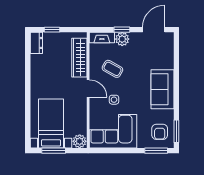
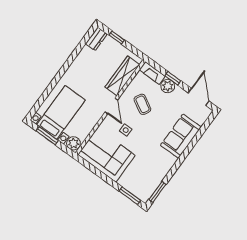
door: (154, 30) -> (199, 97), hinge flipped
sofa: (162, 89) -> (181, 136), moved
armchair: (160, 132) -> (144, 183), removed

